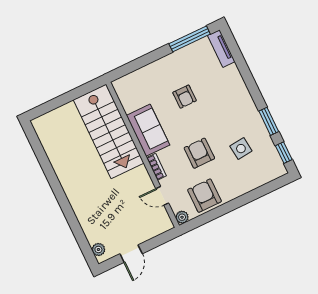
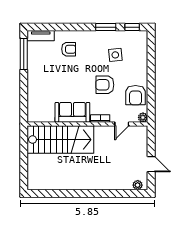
armchair: (185, 97) -> (69, 49), moved
armchair: (204, 196) -> (135, 95), turned -90

